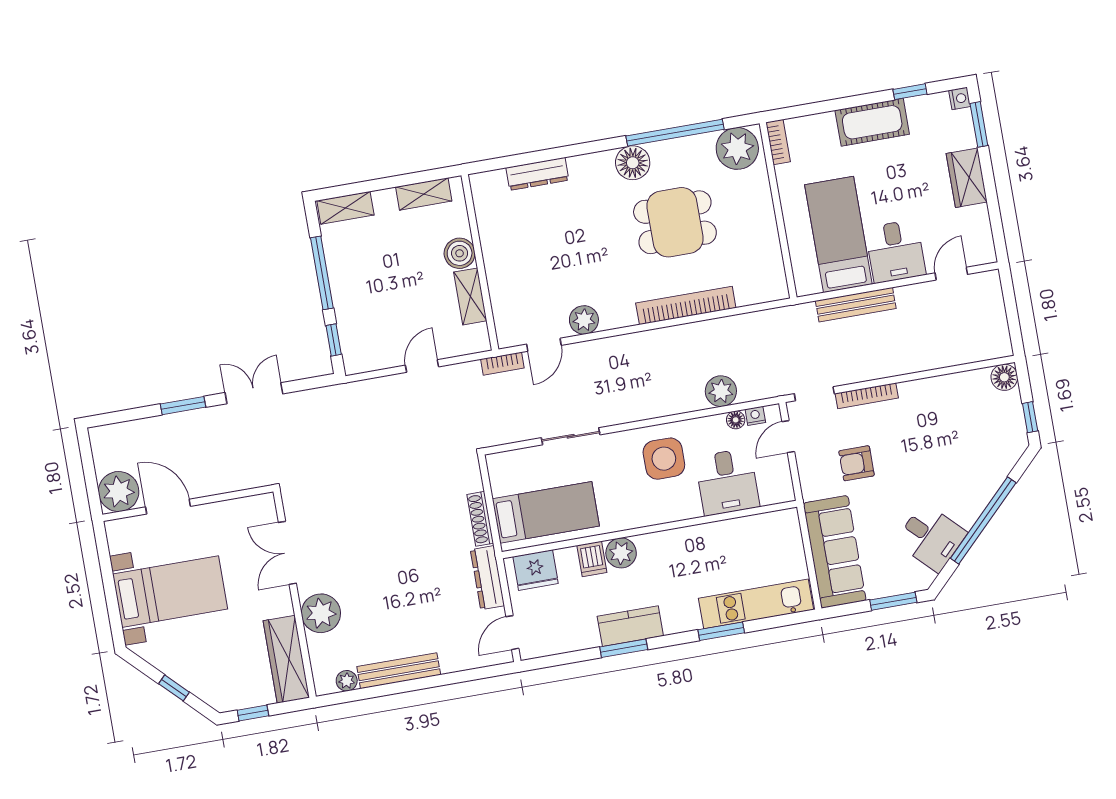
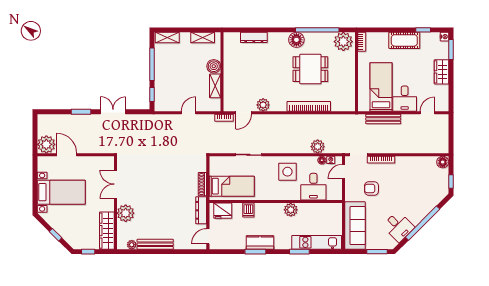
plant: (621, 553) -> (291, 210), moved

